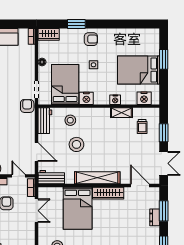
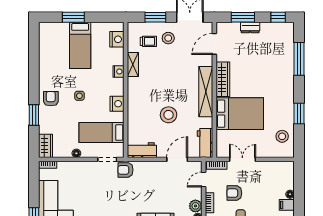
bed: (139, 70) -> (80, 45), width x0.67
bed: (65, 84) -> (101, 133), width x0.67
stool: (70, 120) -> (168, 38), moved

